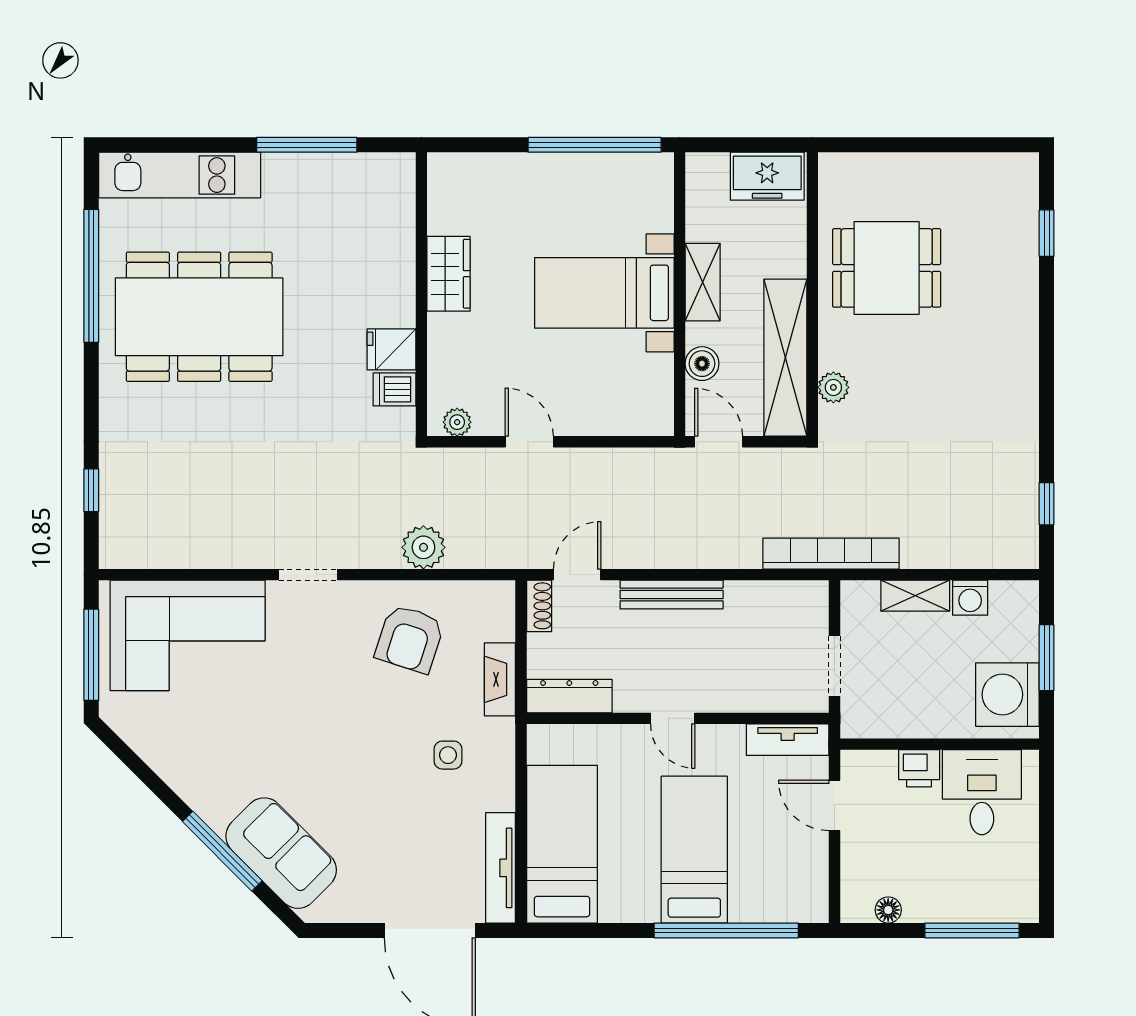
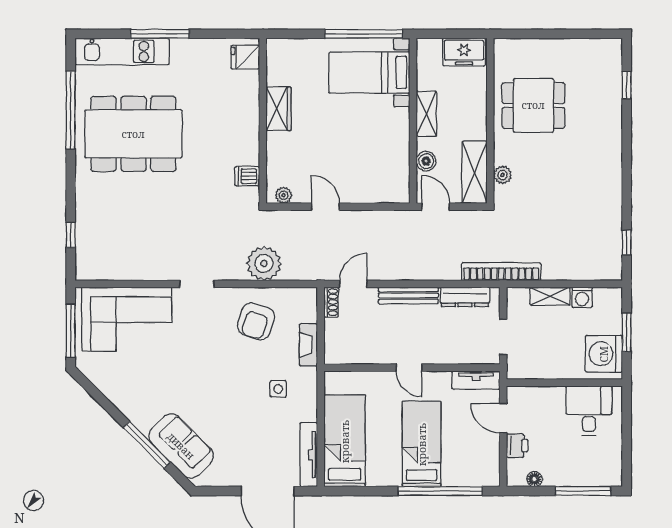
window: (307, 145) -> (160, 34), moved
bed with nightstands: (604, 293) -> (369, 72), moved
fridge: (391, 349) -> (245, 57), moved
shelving: (785, 358) -> (475, 172), width x0.68
plant: (423, 547) -> (264, 263), width x1.36, depth x1.36
dresser: (569, 696) -> (465, 297), moved, turned 180
printer: (919, 768) -> (517, 446), moved, turned -90

